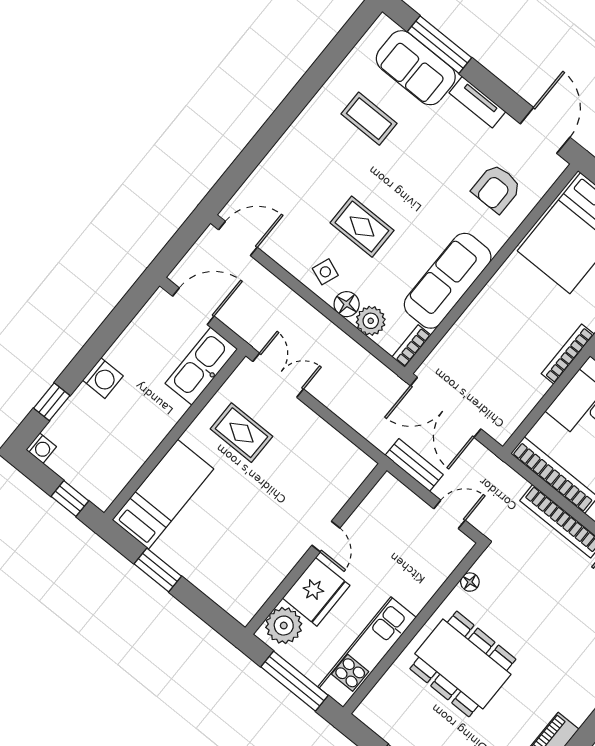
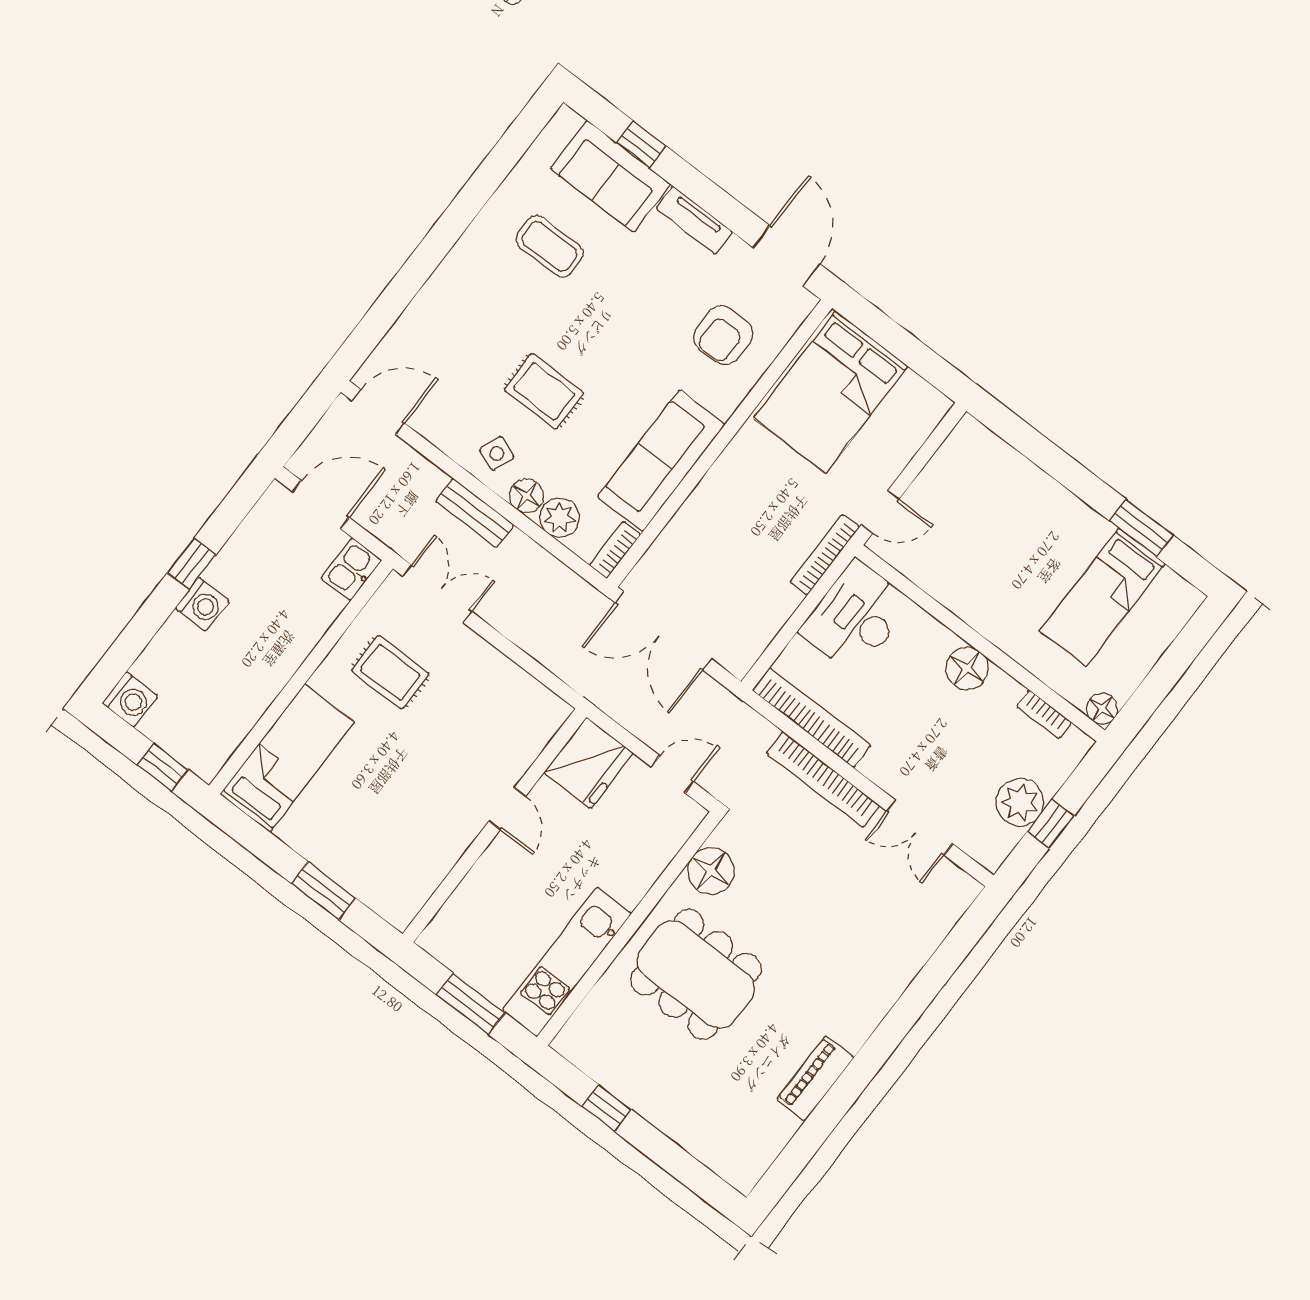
window: (439, 45) -> (641, 144), width x0.46
kitchen sink: (201, 366) -> (351, 569), width x0.53, depth x0.81
window: (52, 402) -> (192, 564), moved
washing machine: (41, 448) -> (130, 700), width x1.38, depth x1.38
bench: (414, 465) -> (475, 513), moved
window: (158, 570) -> (324, 891), moved
floor lamp: (470, 582) -> (711, 871), width x1.89, depth x1.89
fridge: (316, 592) -> (589, 763), moved
plant: (284, 626) -> (454, 929), removed
window: (295, 681) -> (471, 1004), width x0.69

